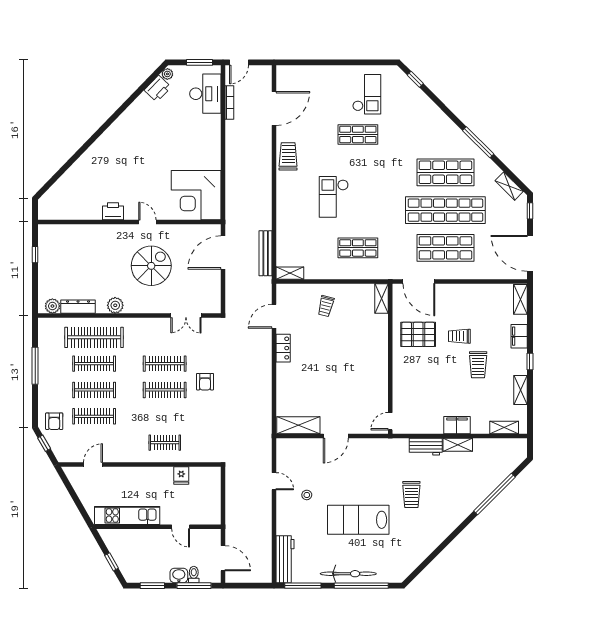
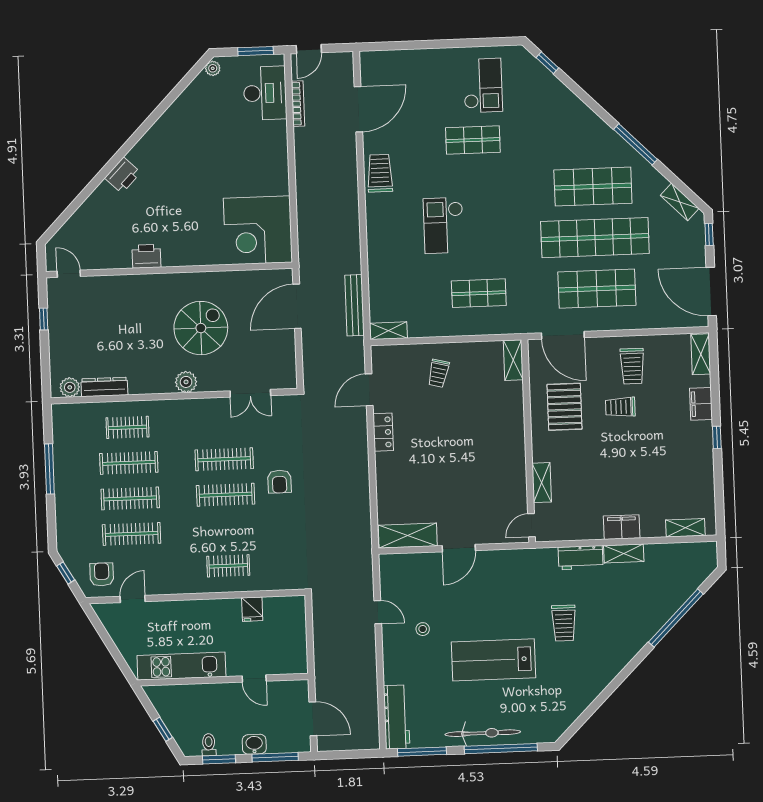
printer: (158, 89) -> (123, 175), moved
door: (147, 222) -> (69, 274), moved
plant: (115, 305) -> (186, 382), moved
pallet: (418, 334) -> (565, 407), turned 90
clothes rail: (94, 337) -> (127, 427), width x0.54, depth x0.76
trolley: (478, 365) -> (632, 366), moved
shelving: (521, 390) -> (542, 483), moved
armchair: (54, 421) -> (102, 574), moved, turned 180
toilet: (194, 575) -> (209, 745), moved

